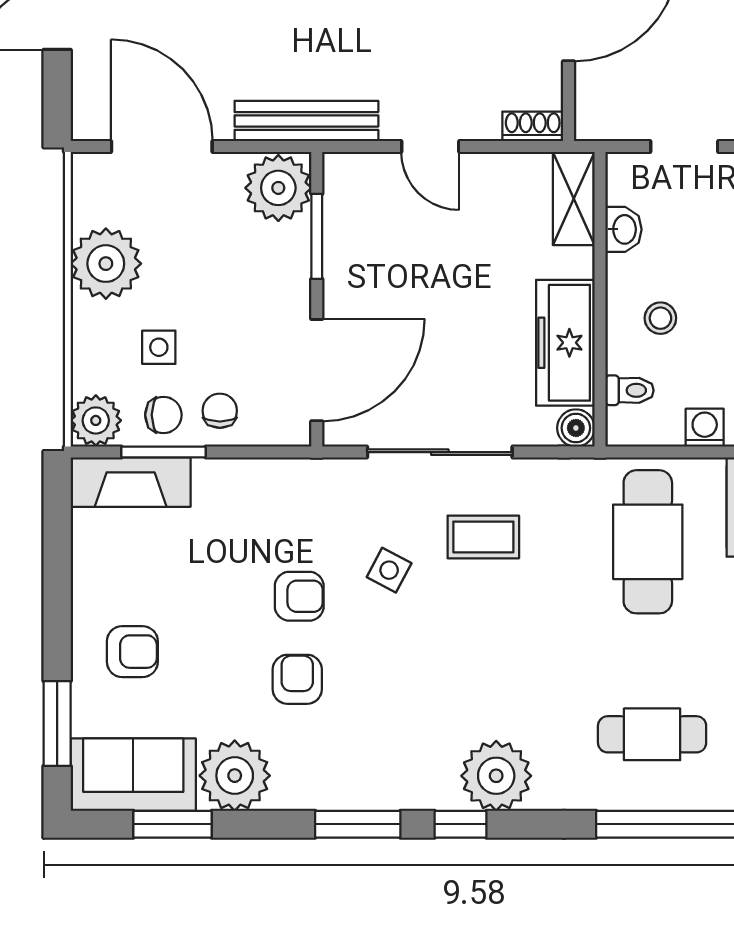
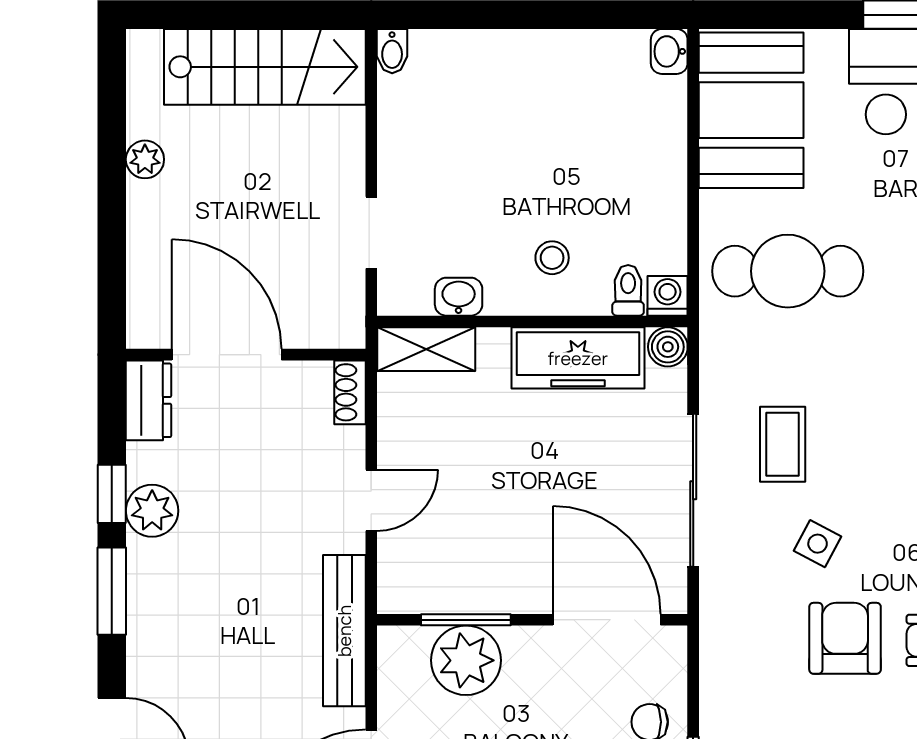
plant: (278, 188) -> (466, 660), moved
washing machine: (705, 428) -> (668, 296), moved, turned 90
armchair: (299, 596) -> (845, 638), width x1.38, depth x1.38

